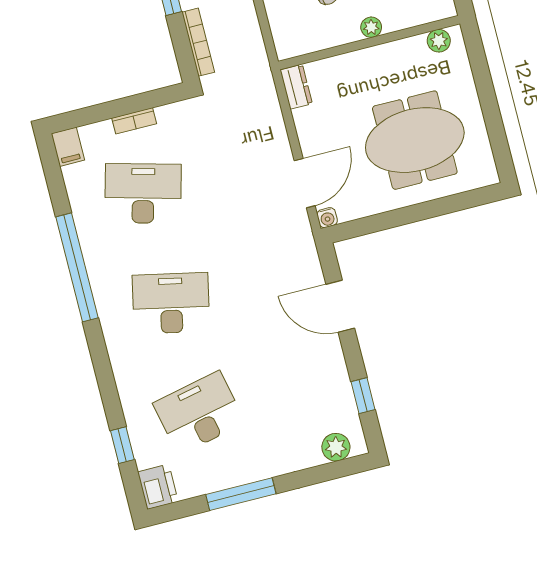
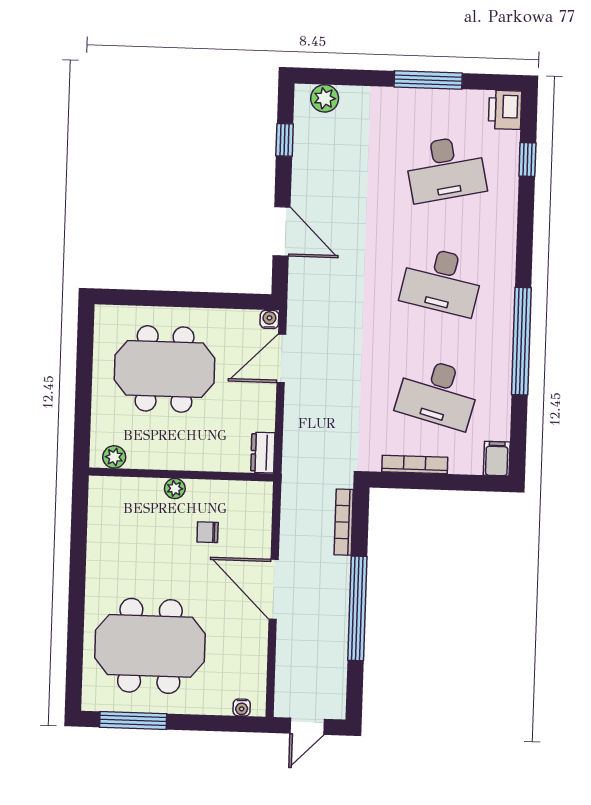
bookcase: (134, 121) -> (415, 465), width x1.56

